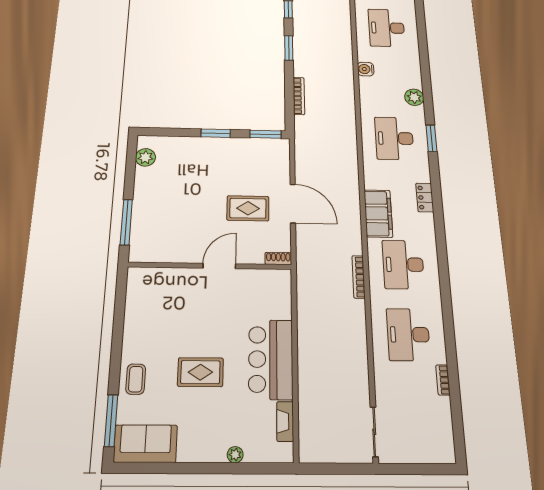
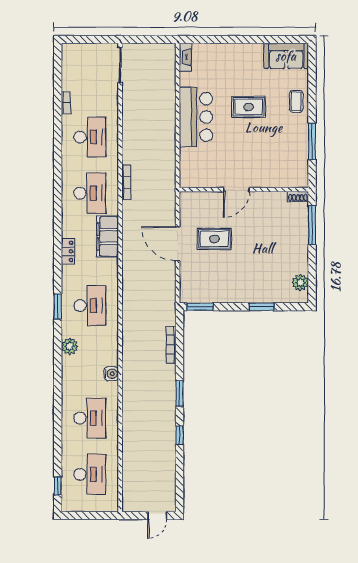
window: (216, 133) -> (262, 307), moved
shoe rack: (278, 259) -> (298, 196), moved
window: (111, 420) -> (312, 141), moved
fireplace: (285, 421) -> (185, 57), moved
plant: (235, 455) -> (222, 49), removed

